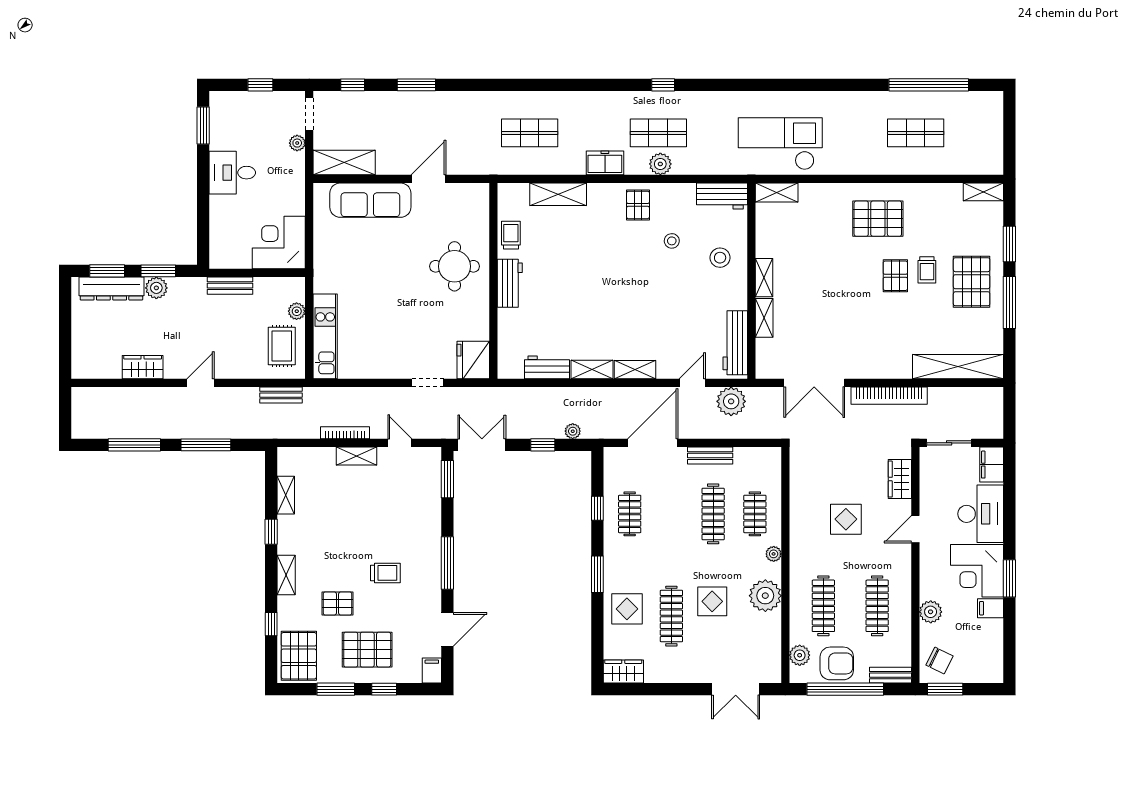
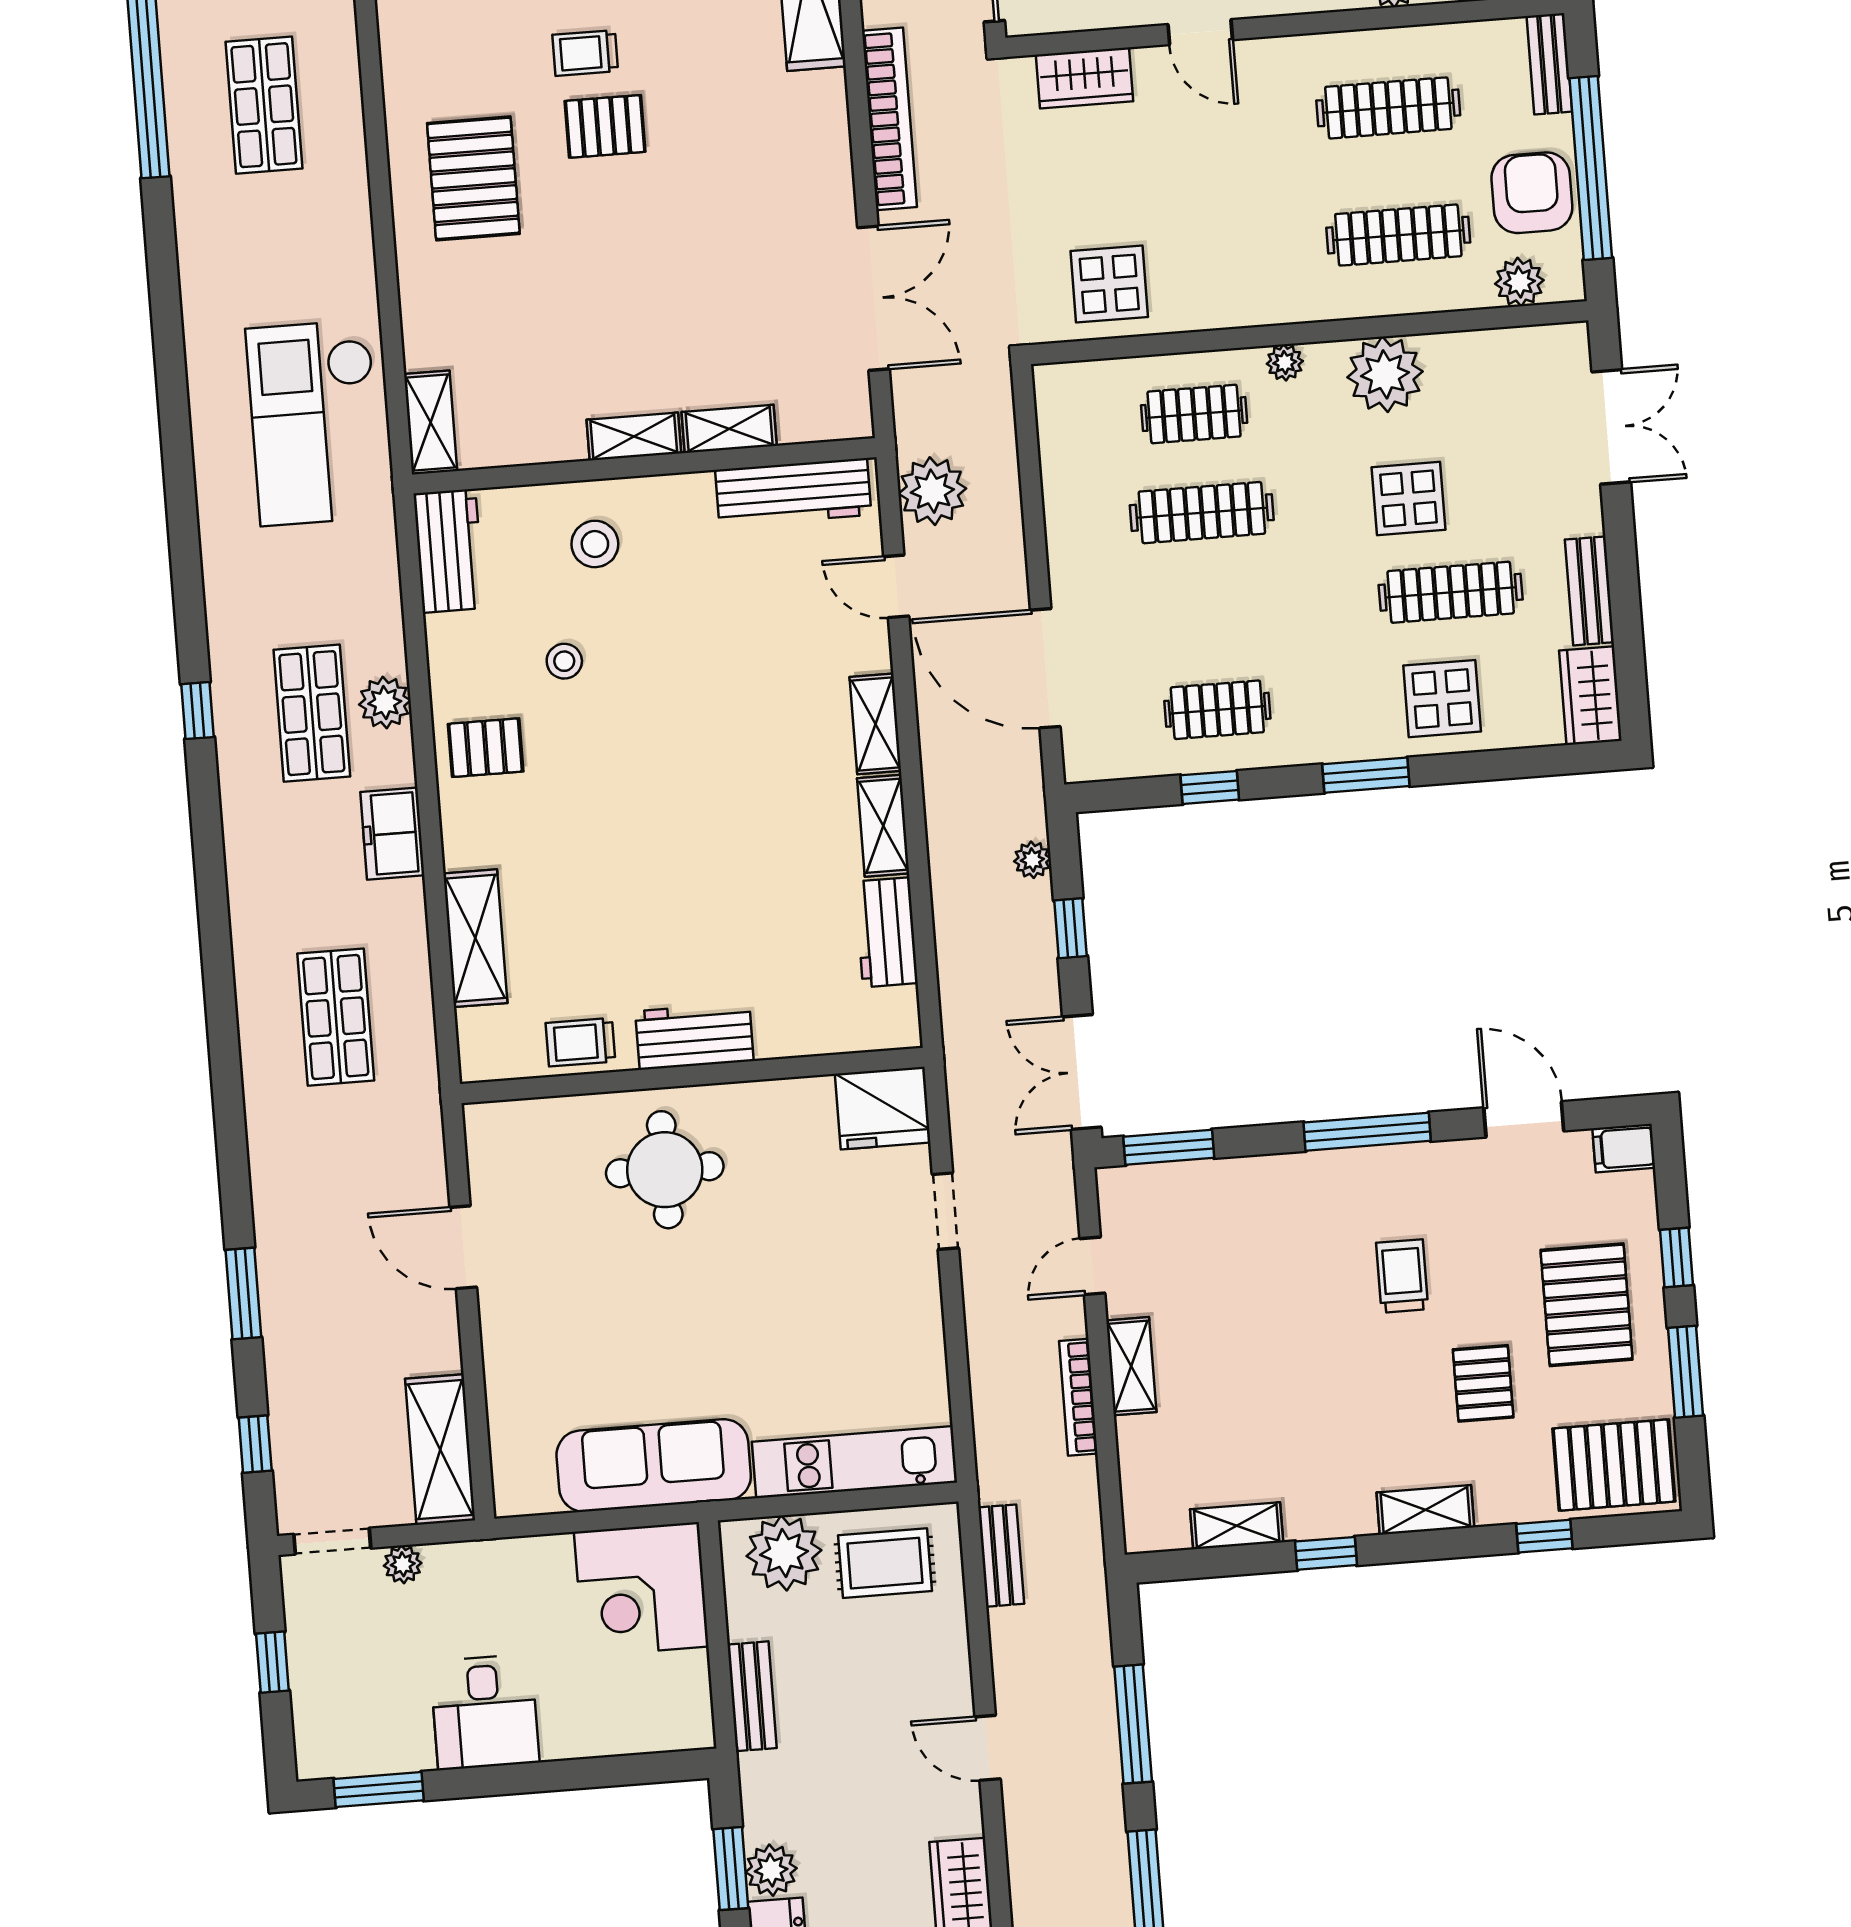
sofa: (370, 200) -> (654, 1465), moved, turned -90
trolley: (927, 270) -> (585, 53), turned 180
plant: (297, 311) -> (784, 1553), width x1.88, depth x1.88
bench: (710, 456) -> (1589, 591), moved
display table: (846, 519) -> (1109, 284), moved

